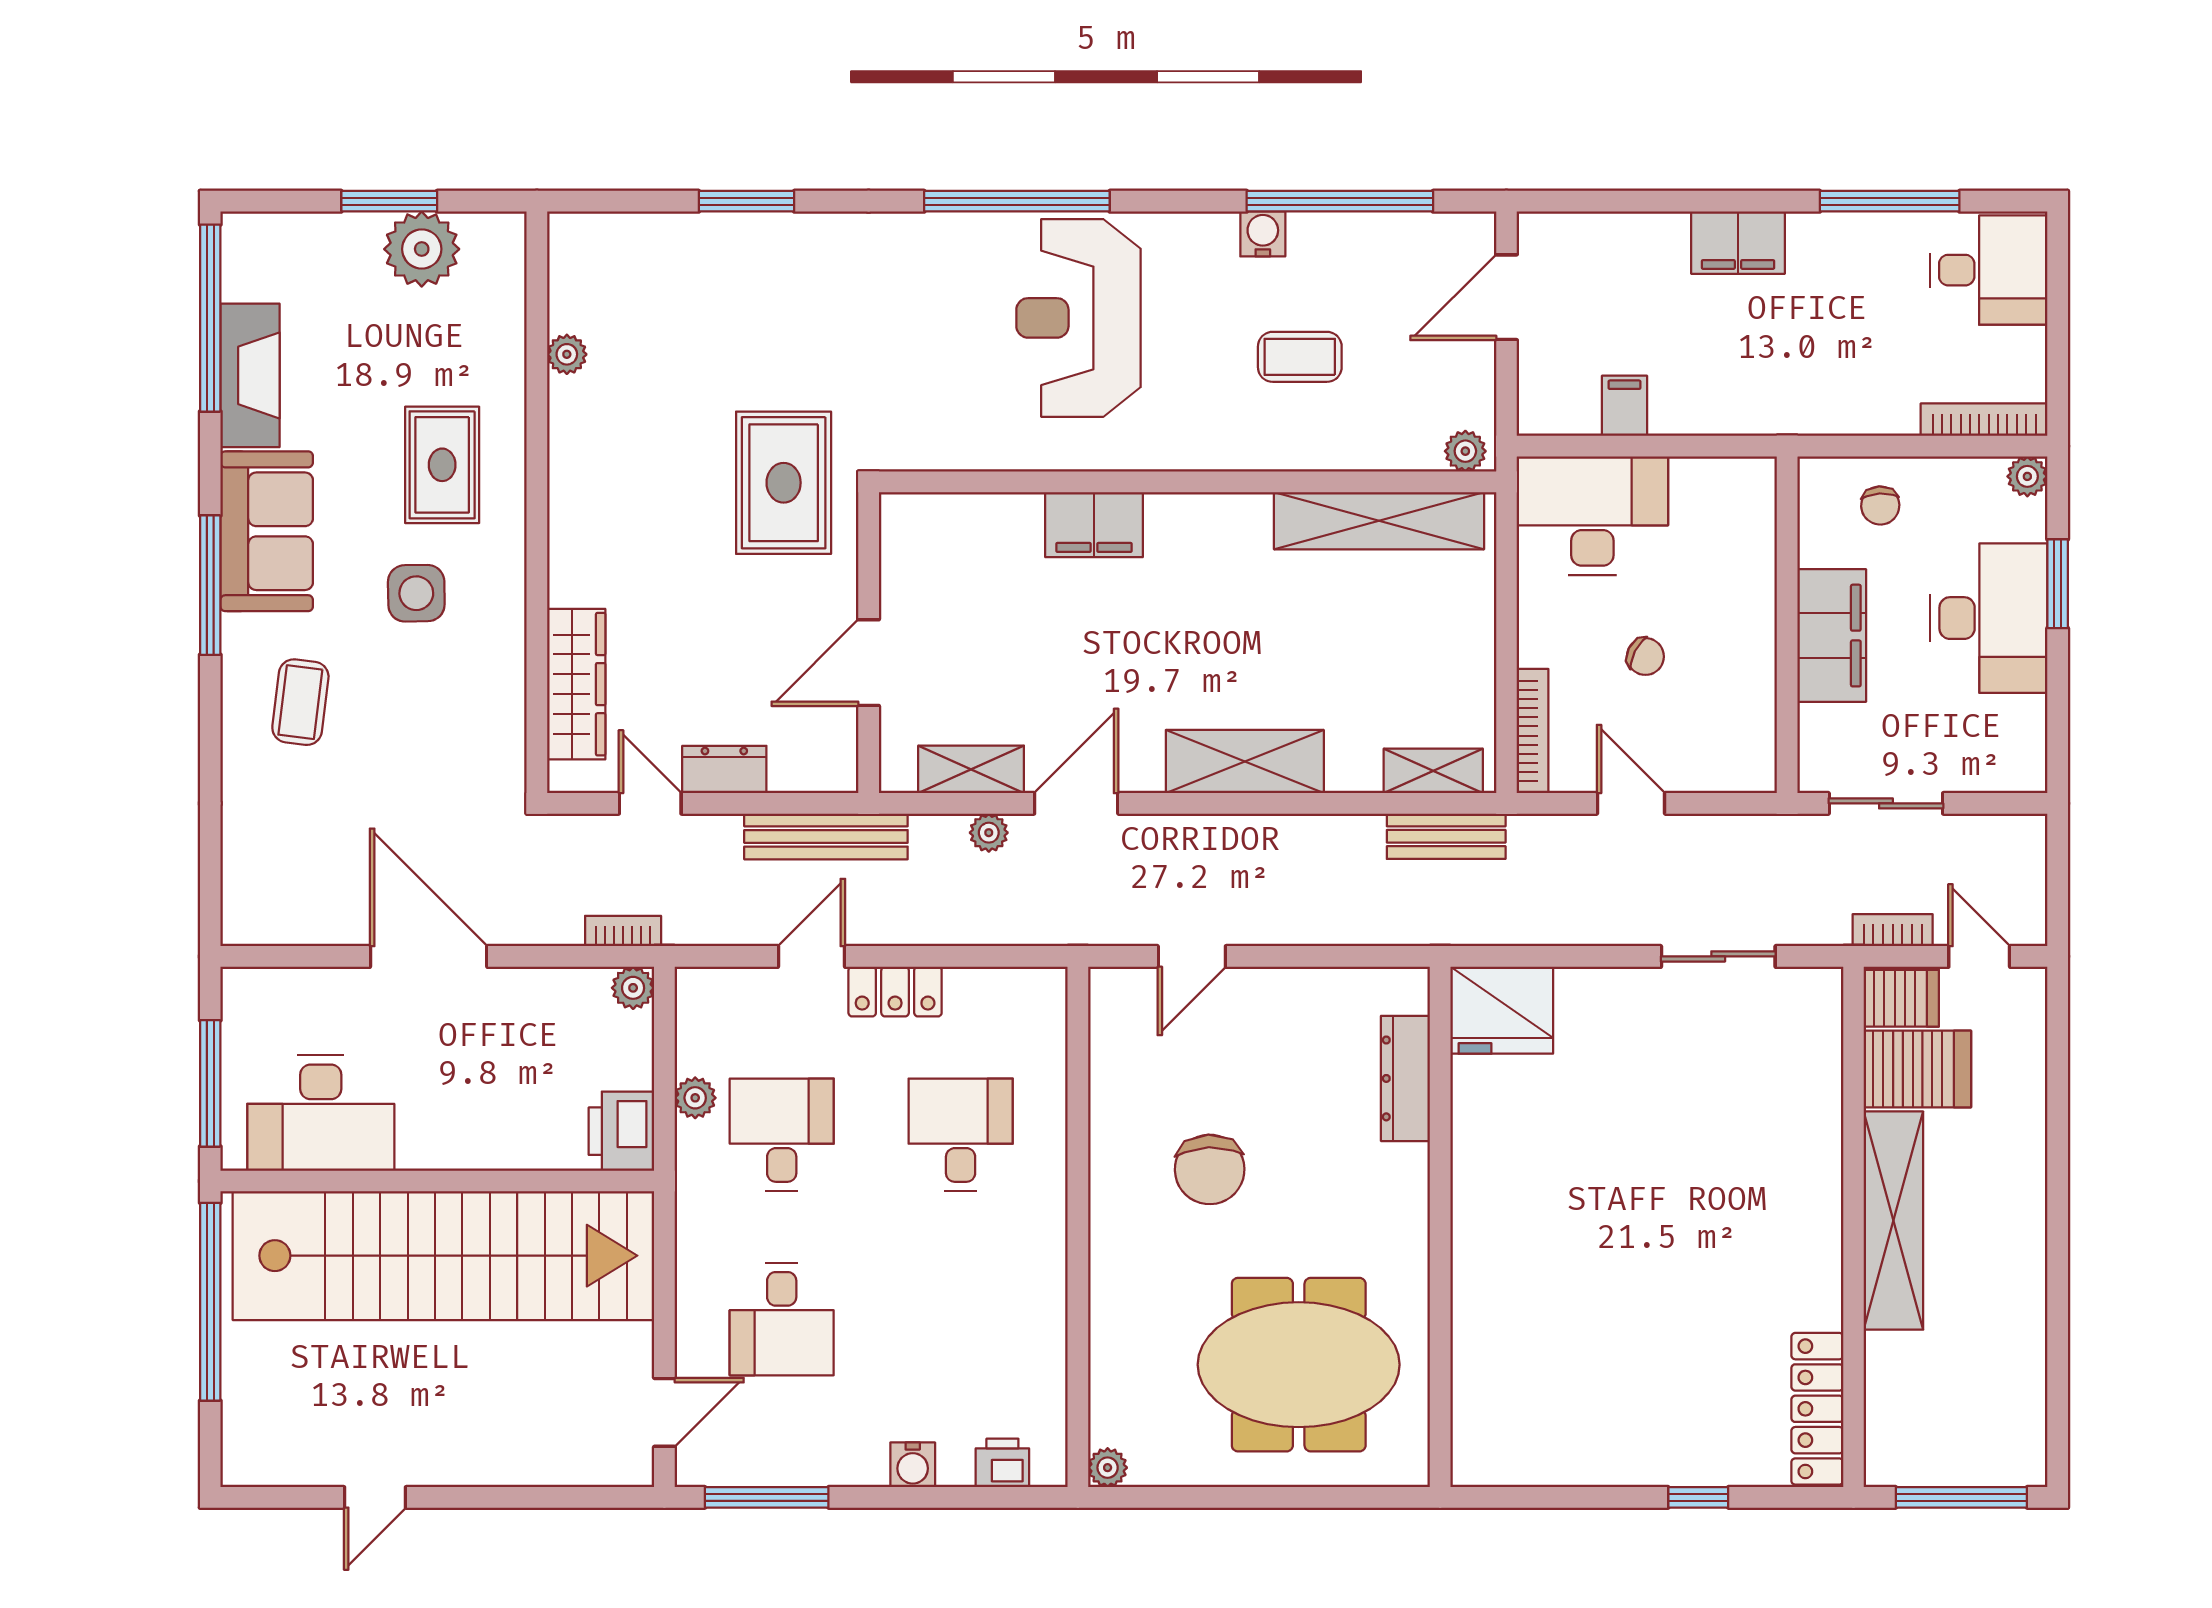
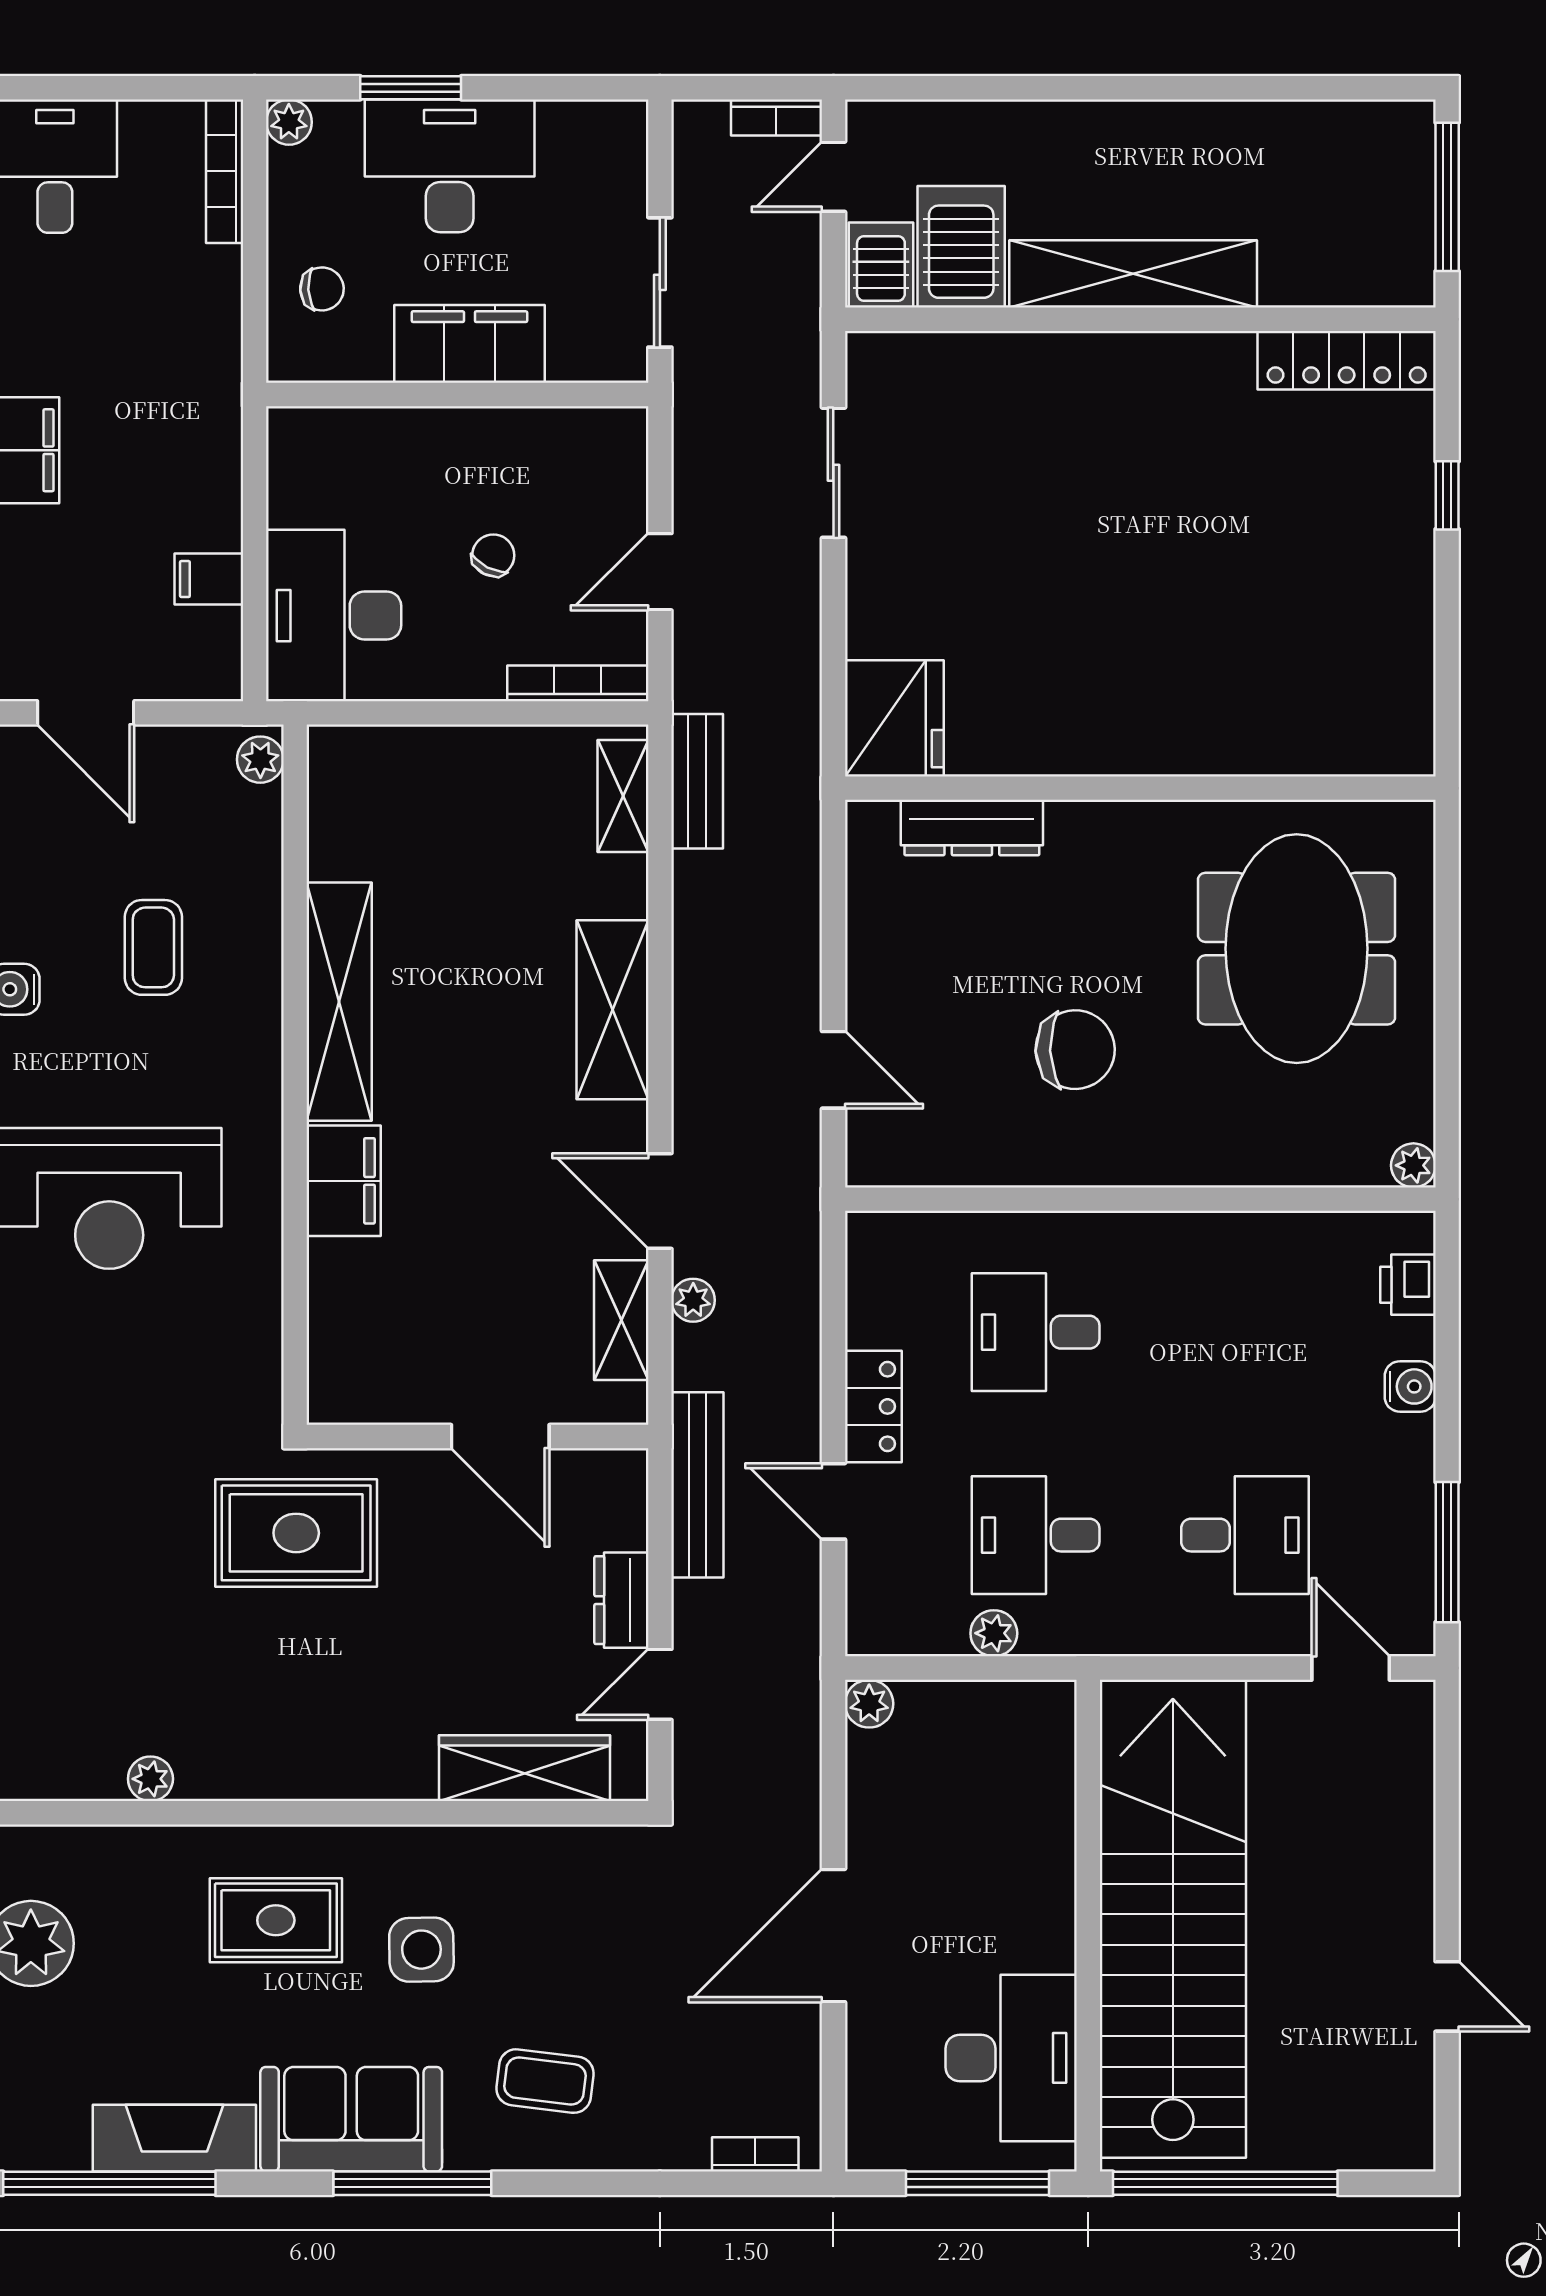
shelving: (1379, 521) -> (339, 1002), moved
bookcase: (1893, 930) -> (776, 117), moved, turned -90
bookcase: (623, 931) -> (755, 2154), moved, turned 90
printer: (621, 1131) -> (1032, 1717), removed

